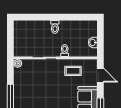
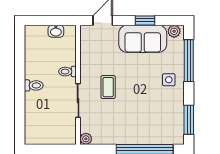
coffee table: (73, 71) -> (108, 87), moved

